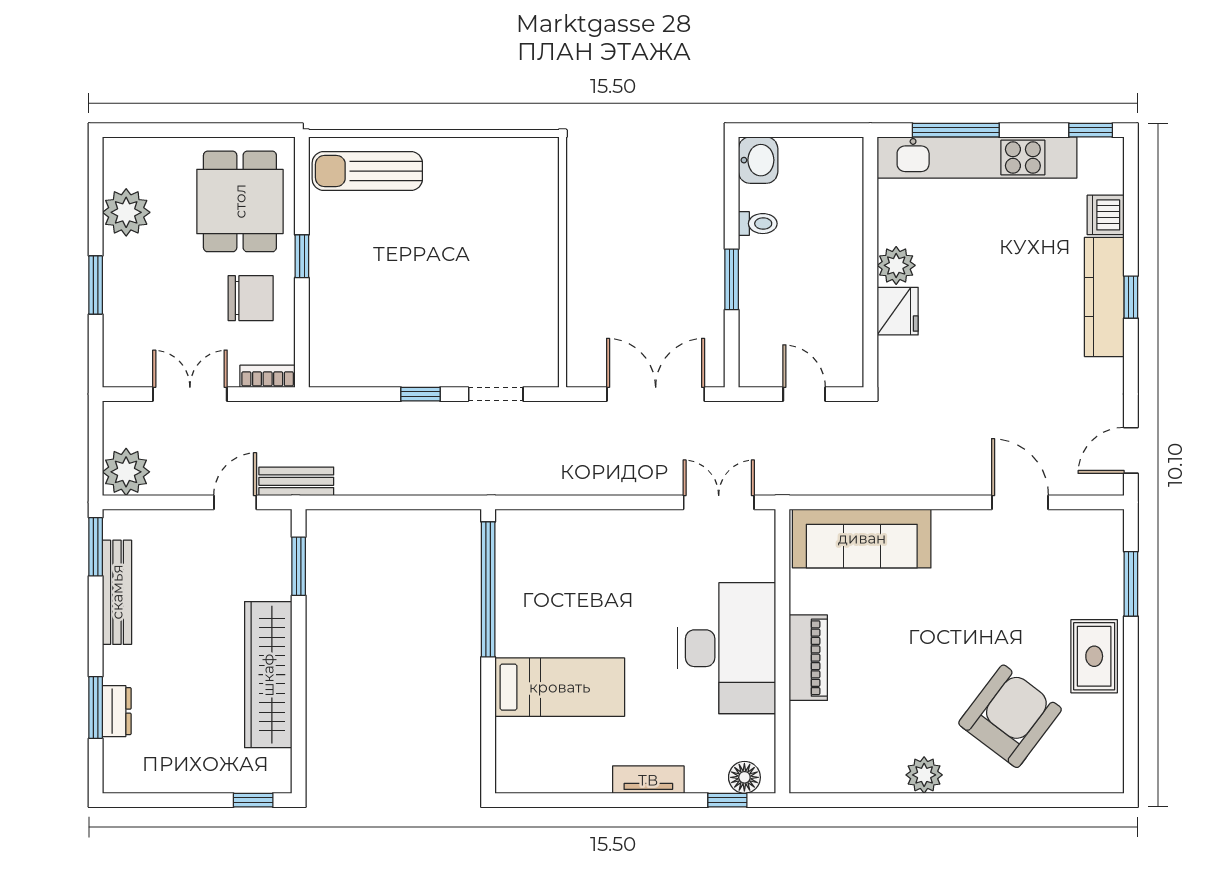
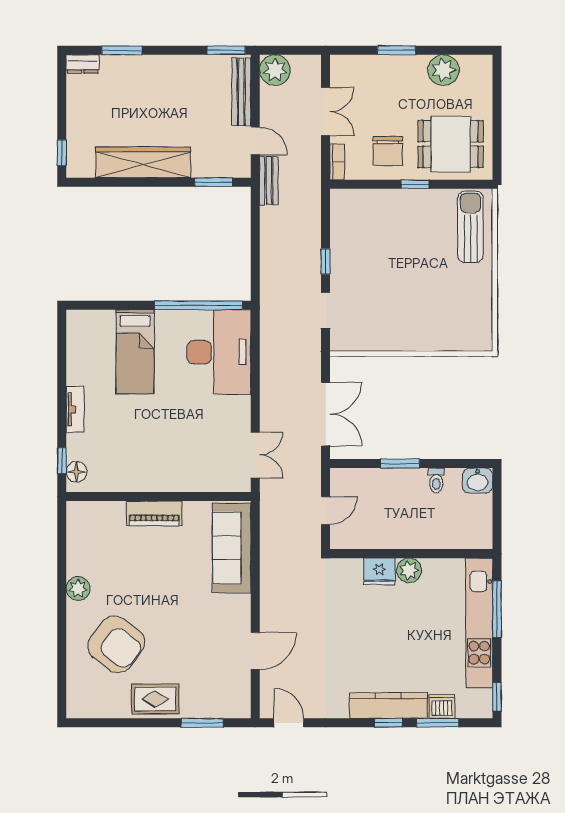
window: (1131, 221) -> (438, 723), added
bench: (117, 592) -> (241, 92), moved, turned 90
desk: (727, 648) -> (219, 352), moved, turned -90
dresser: (117, 711) -> (83, 64), moved

